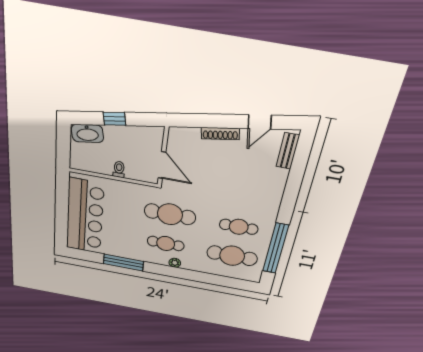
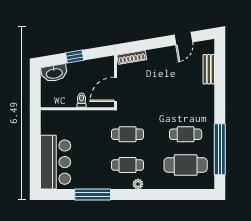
shoe rack: (220, 133) -> (132, 57), moved
bench: (288, 151) -> (209, 69), moved
door: (162, 165) -> (115, 89), swing flipped
cafe table: (170, 214) -> (127, 134), width x0.73, depth x0.74
bar counter: (85, 217) -> (56, 162), width x0.73

